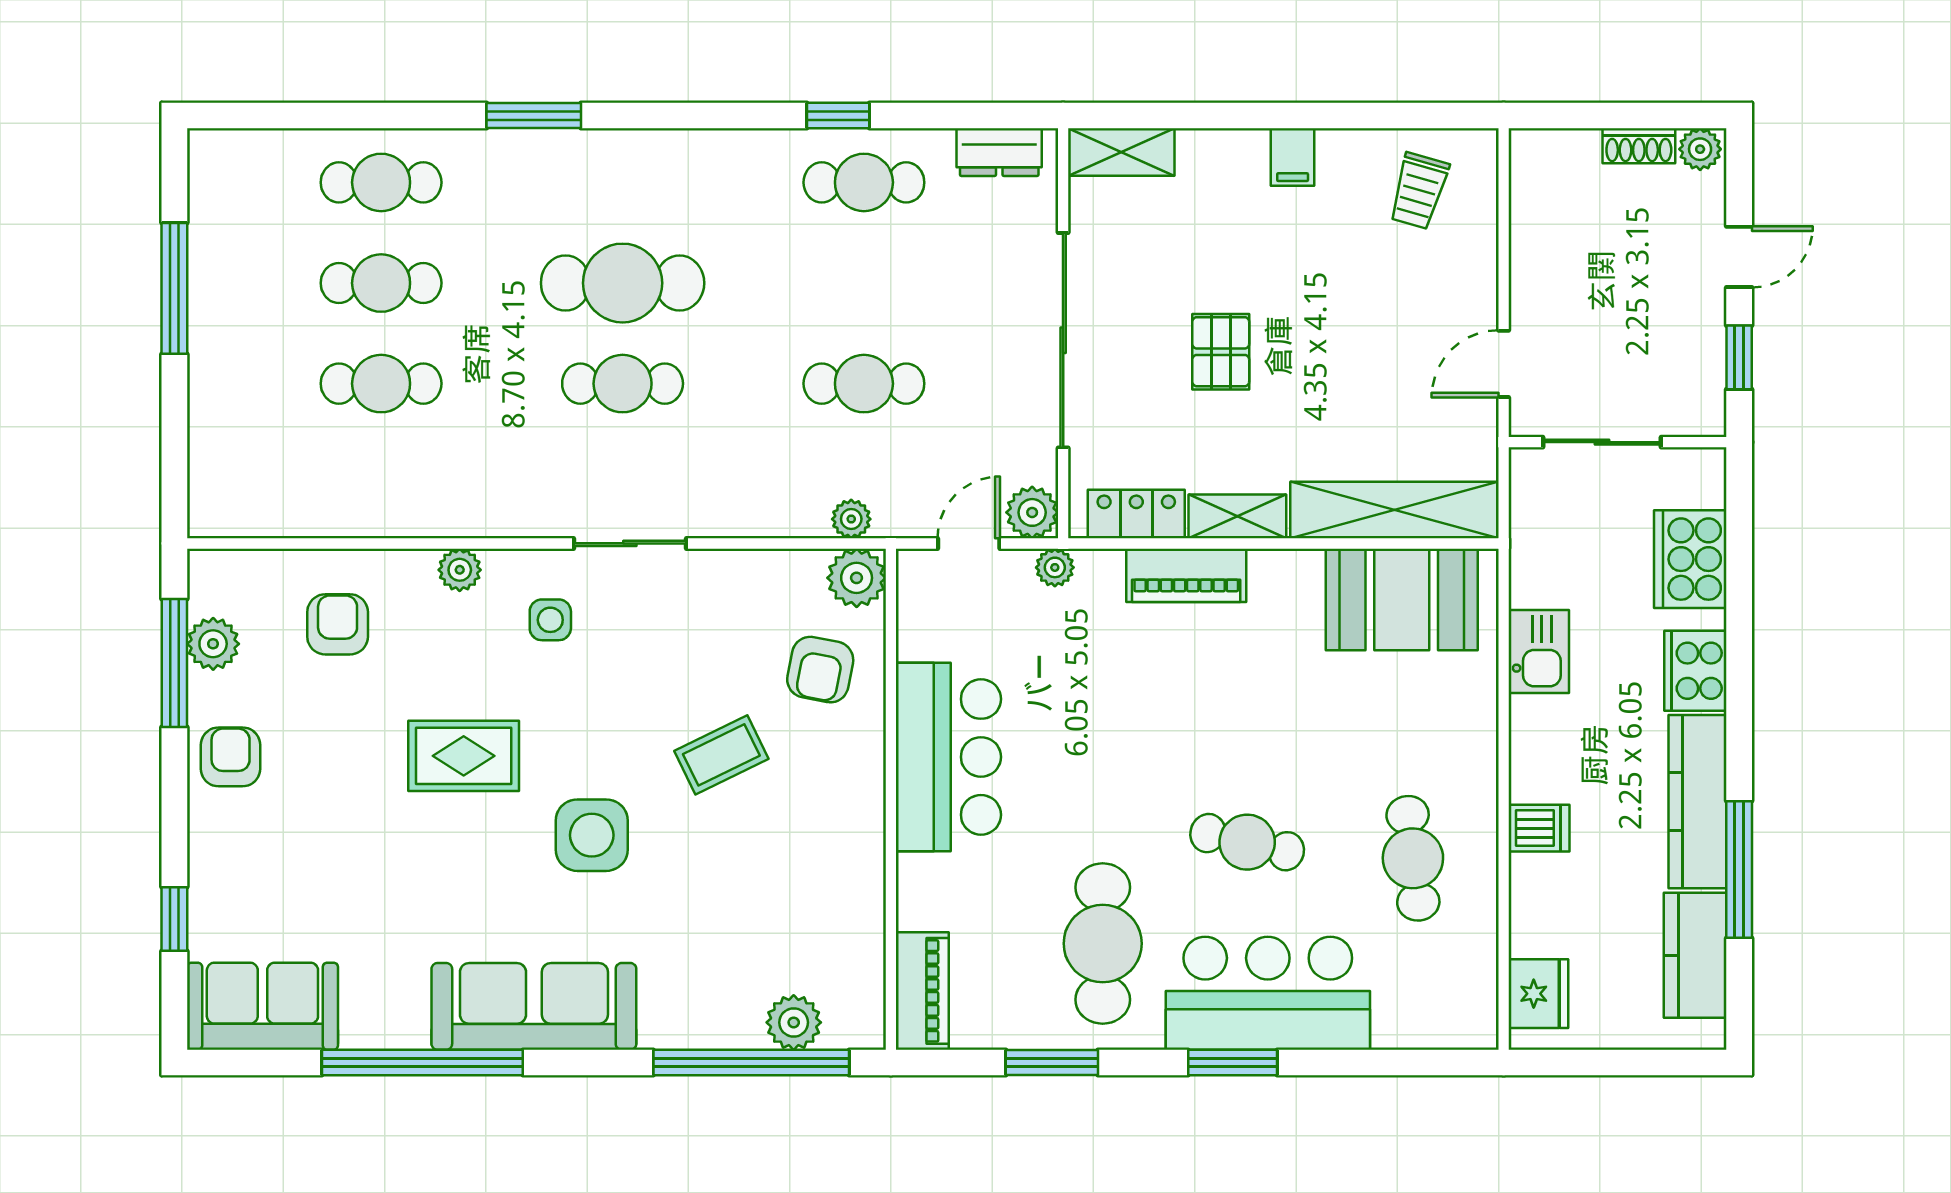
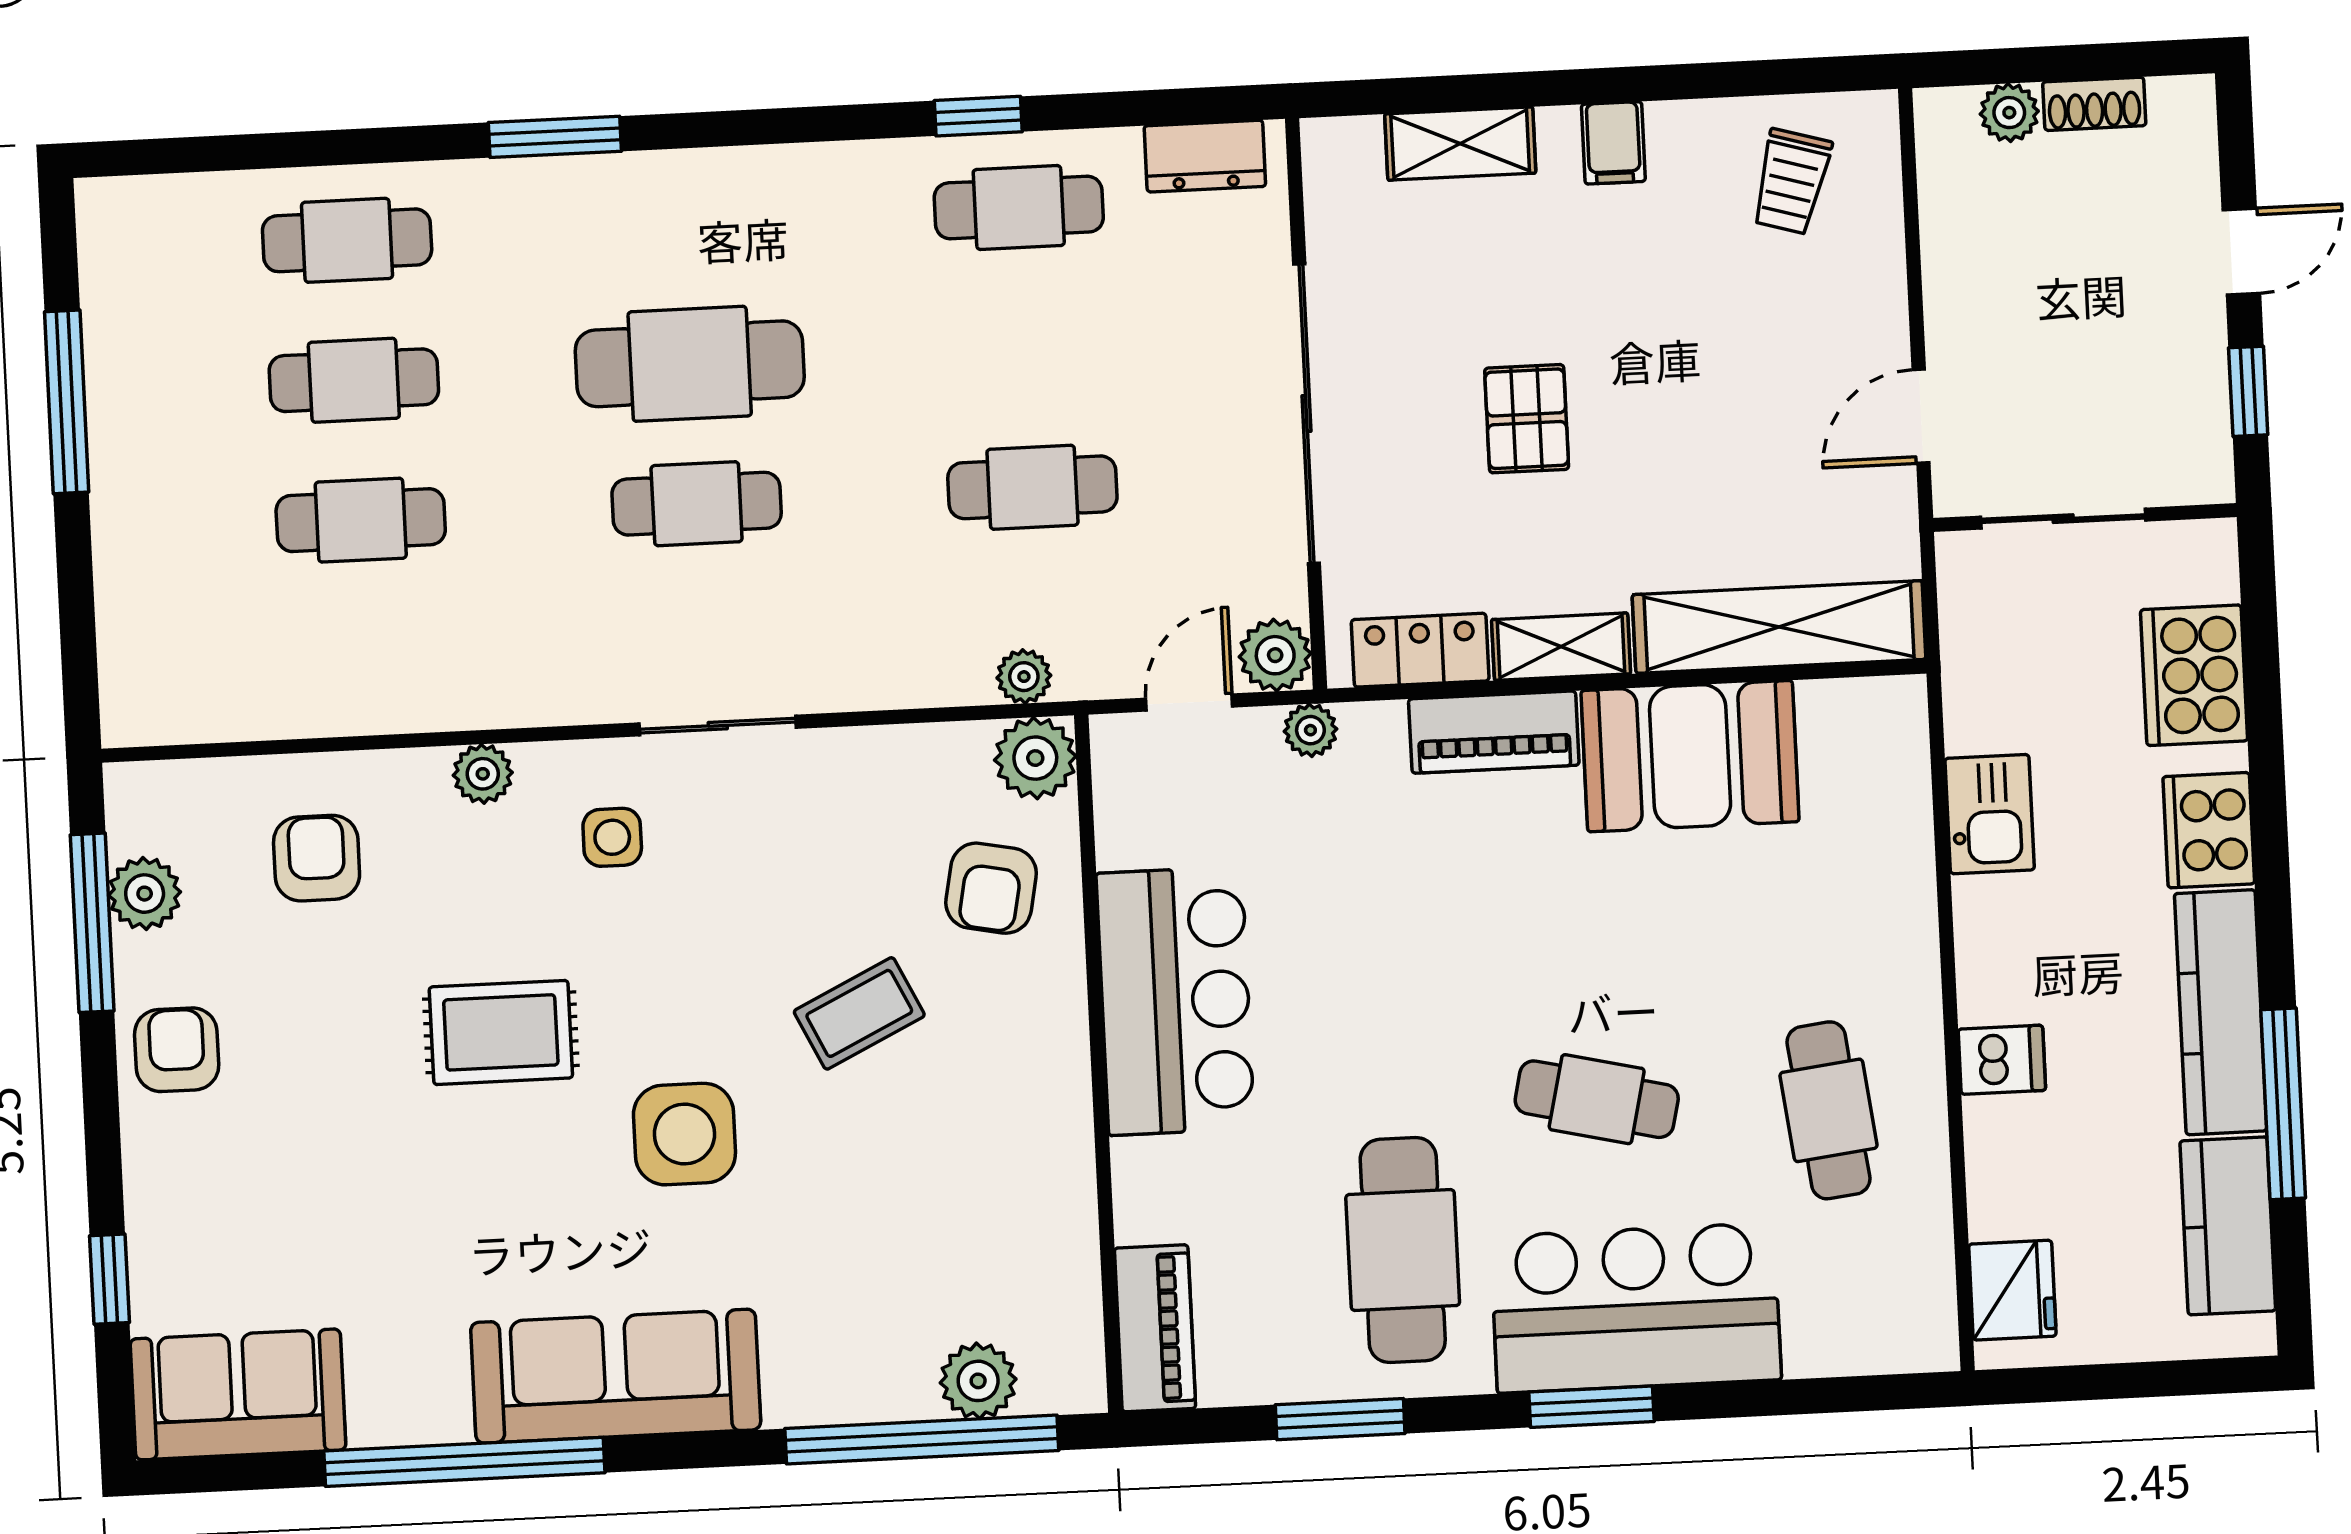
plant: (1700, 149) -> (2009, 113), moved
shelving: (1121, 152) -> (1460, 144), moved
booth: (1402, 599) -> (1690, 756), moved

